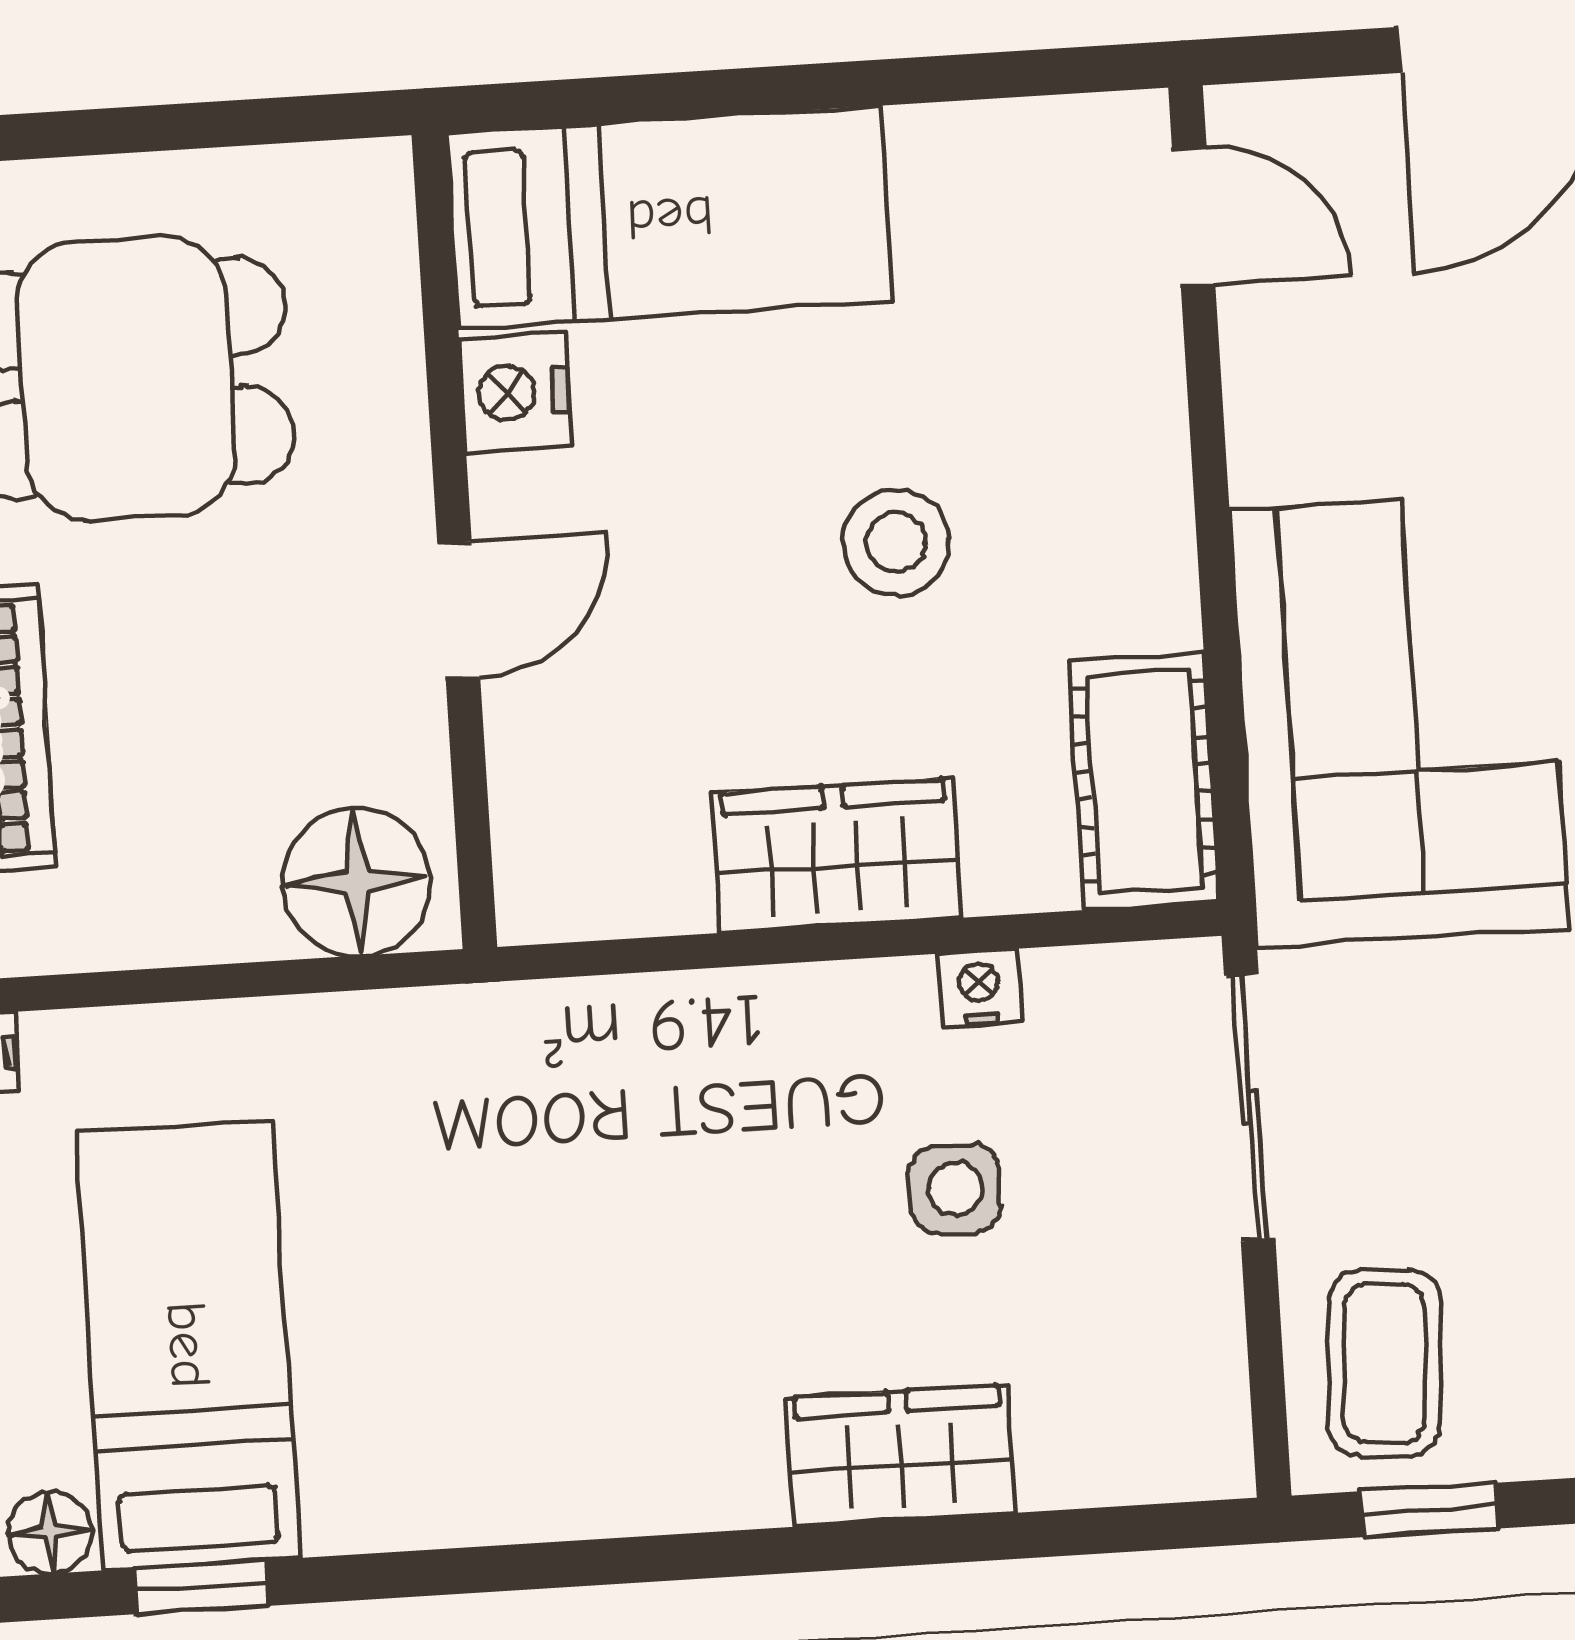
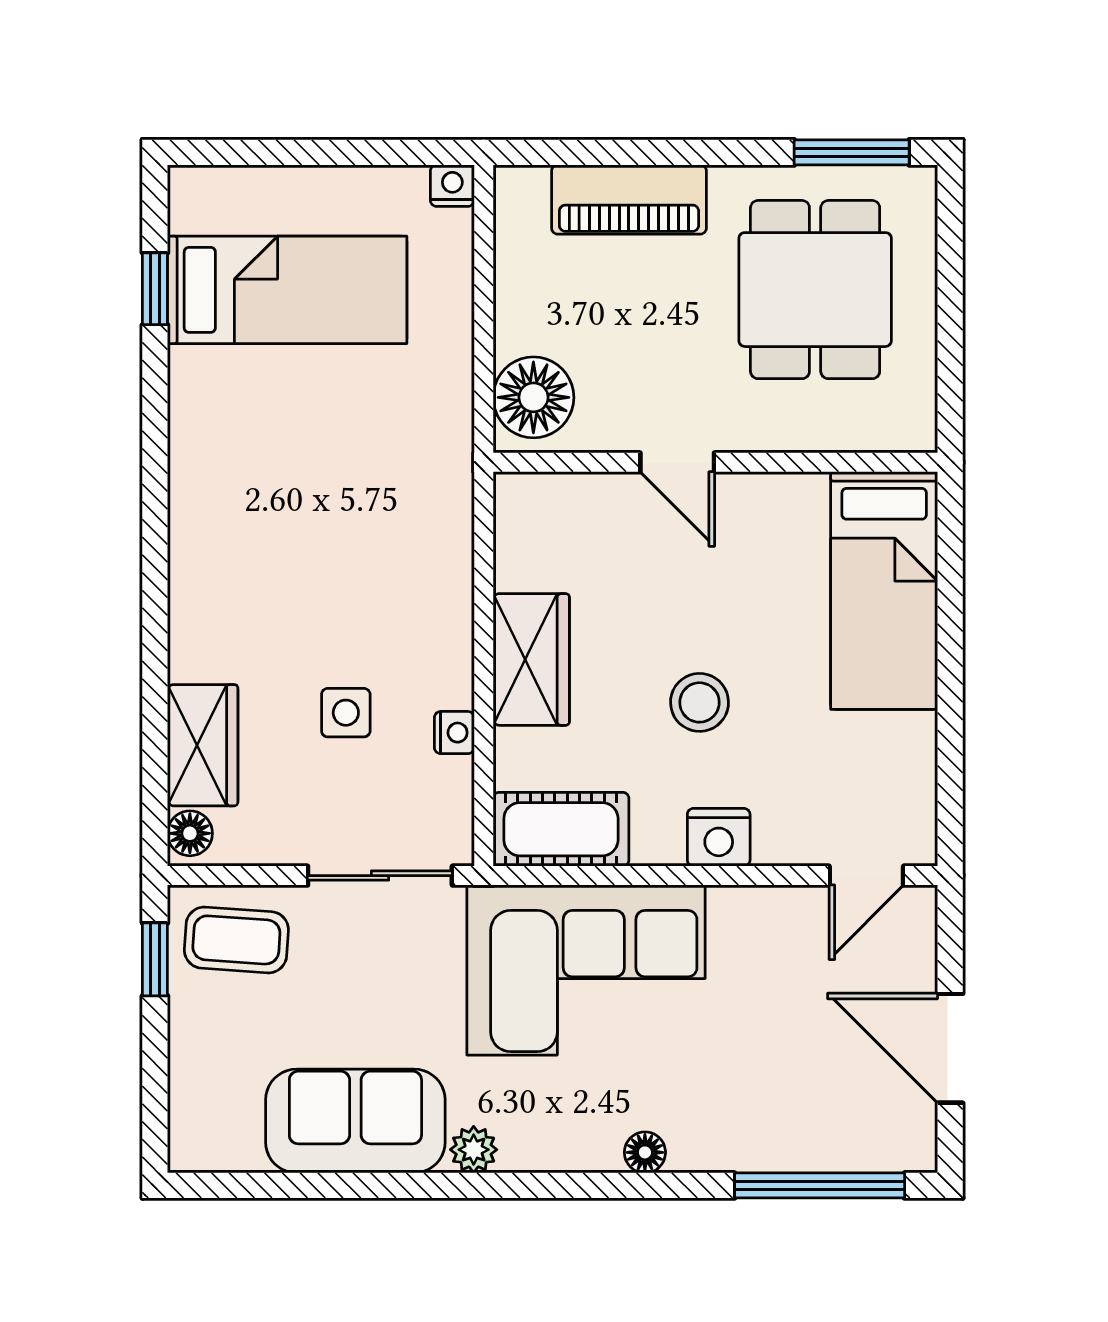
nightstand: (515, 392) -> (719, 837), moved, turned 180
wardrobe: (900, 1455) -> (203, 745), moved
floor lamp: (50, 1532) -> (190, 833), moved

